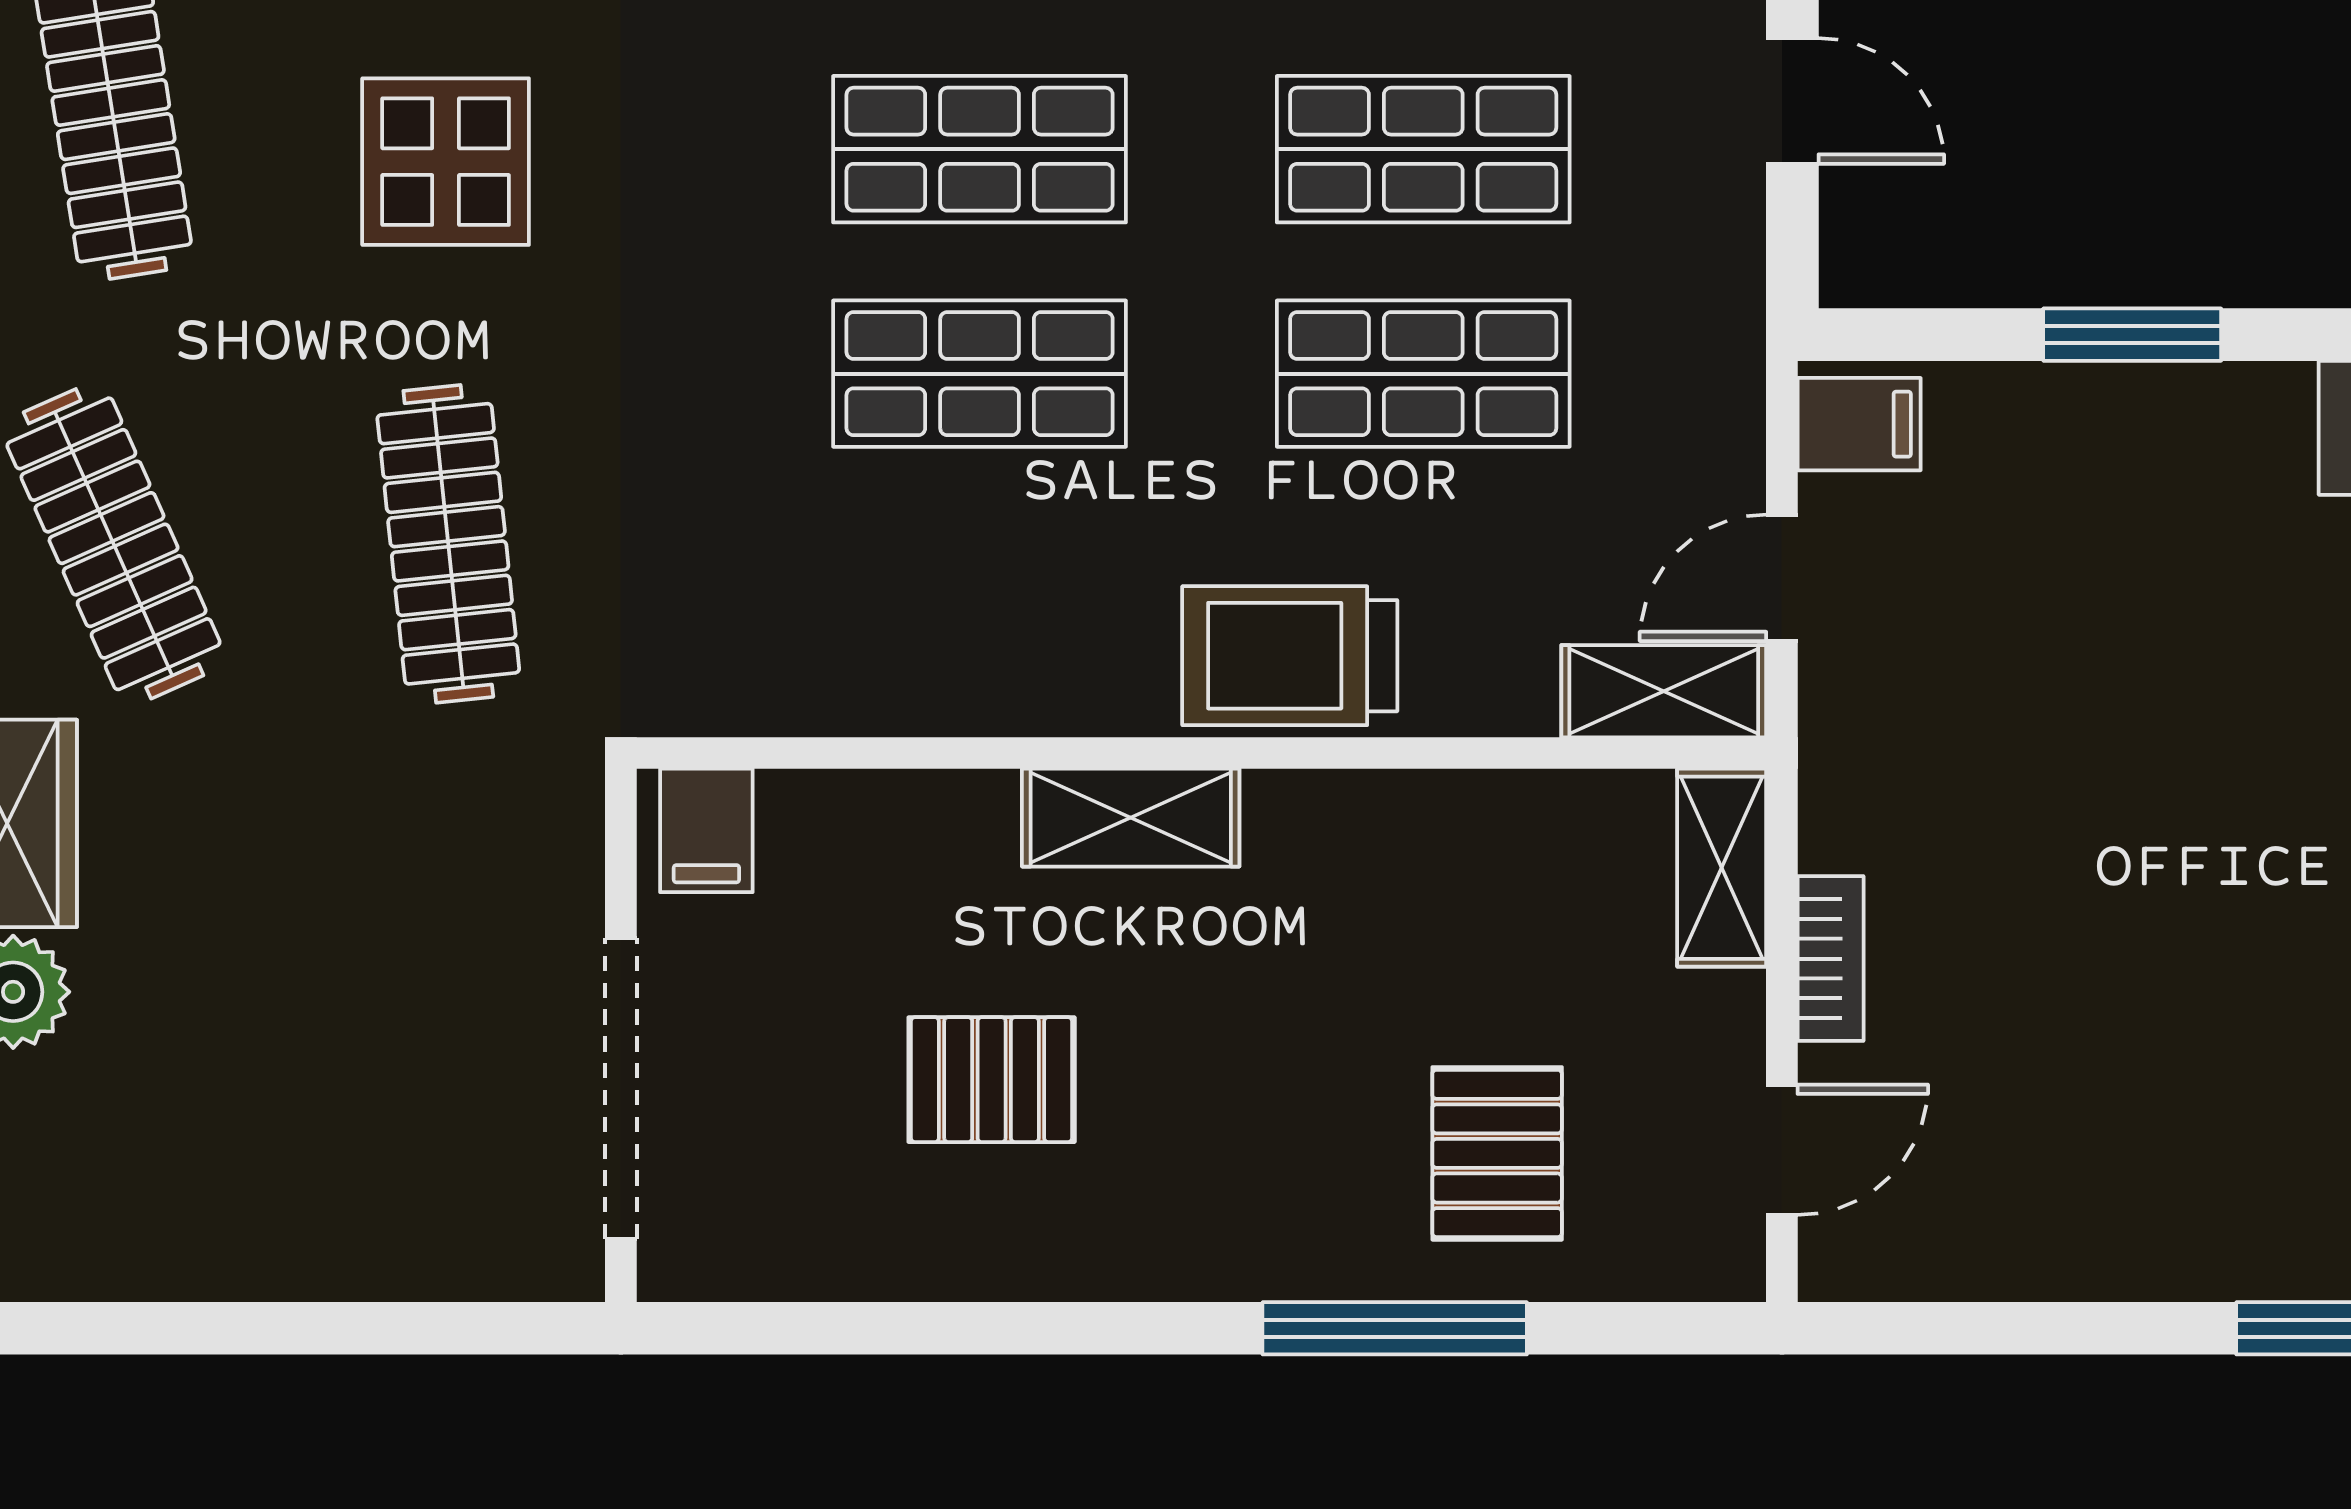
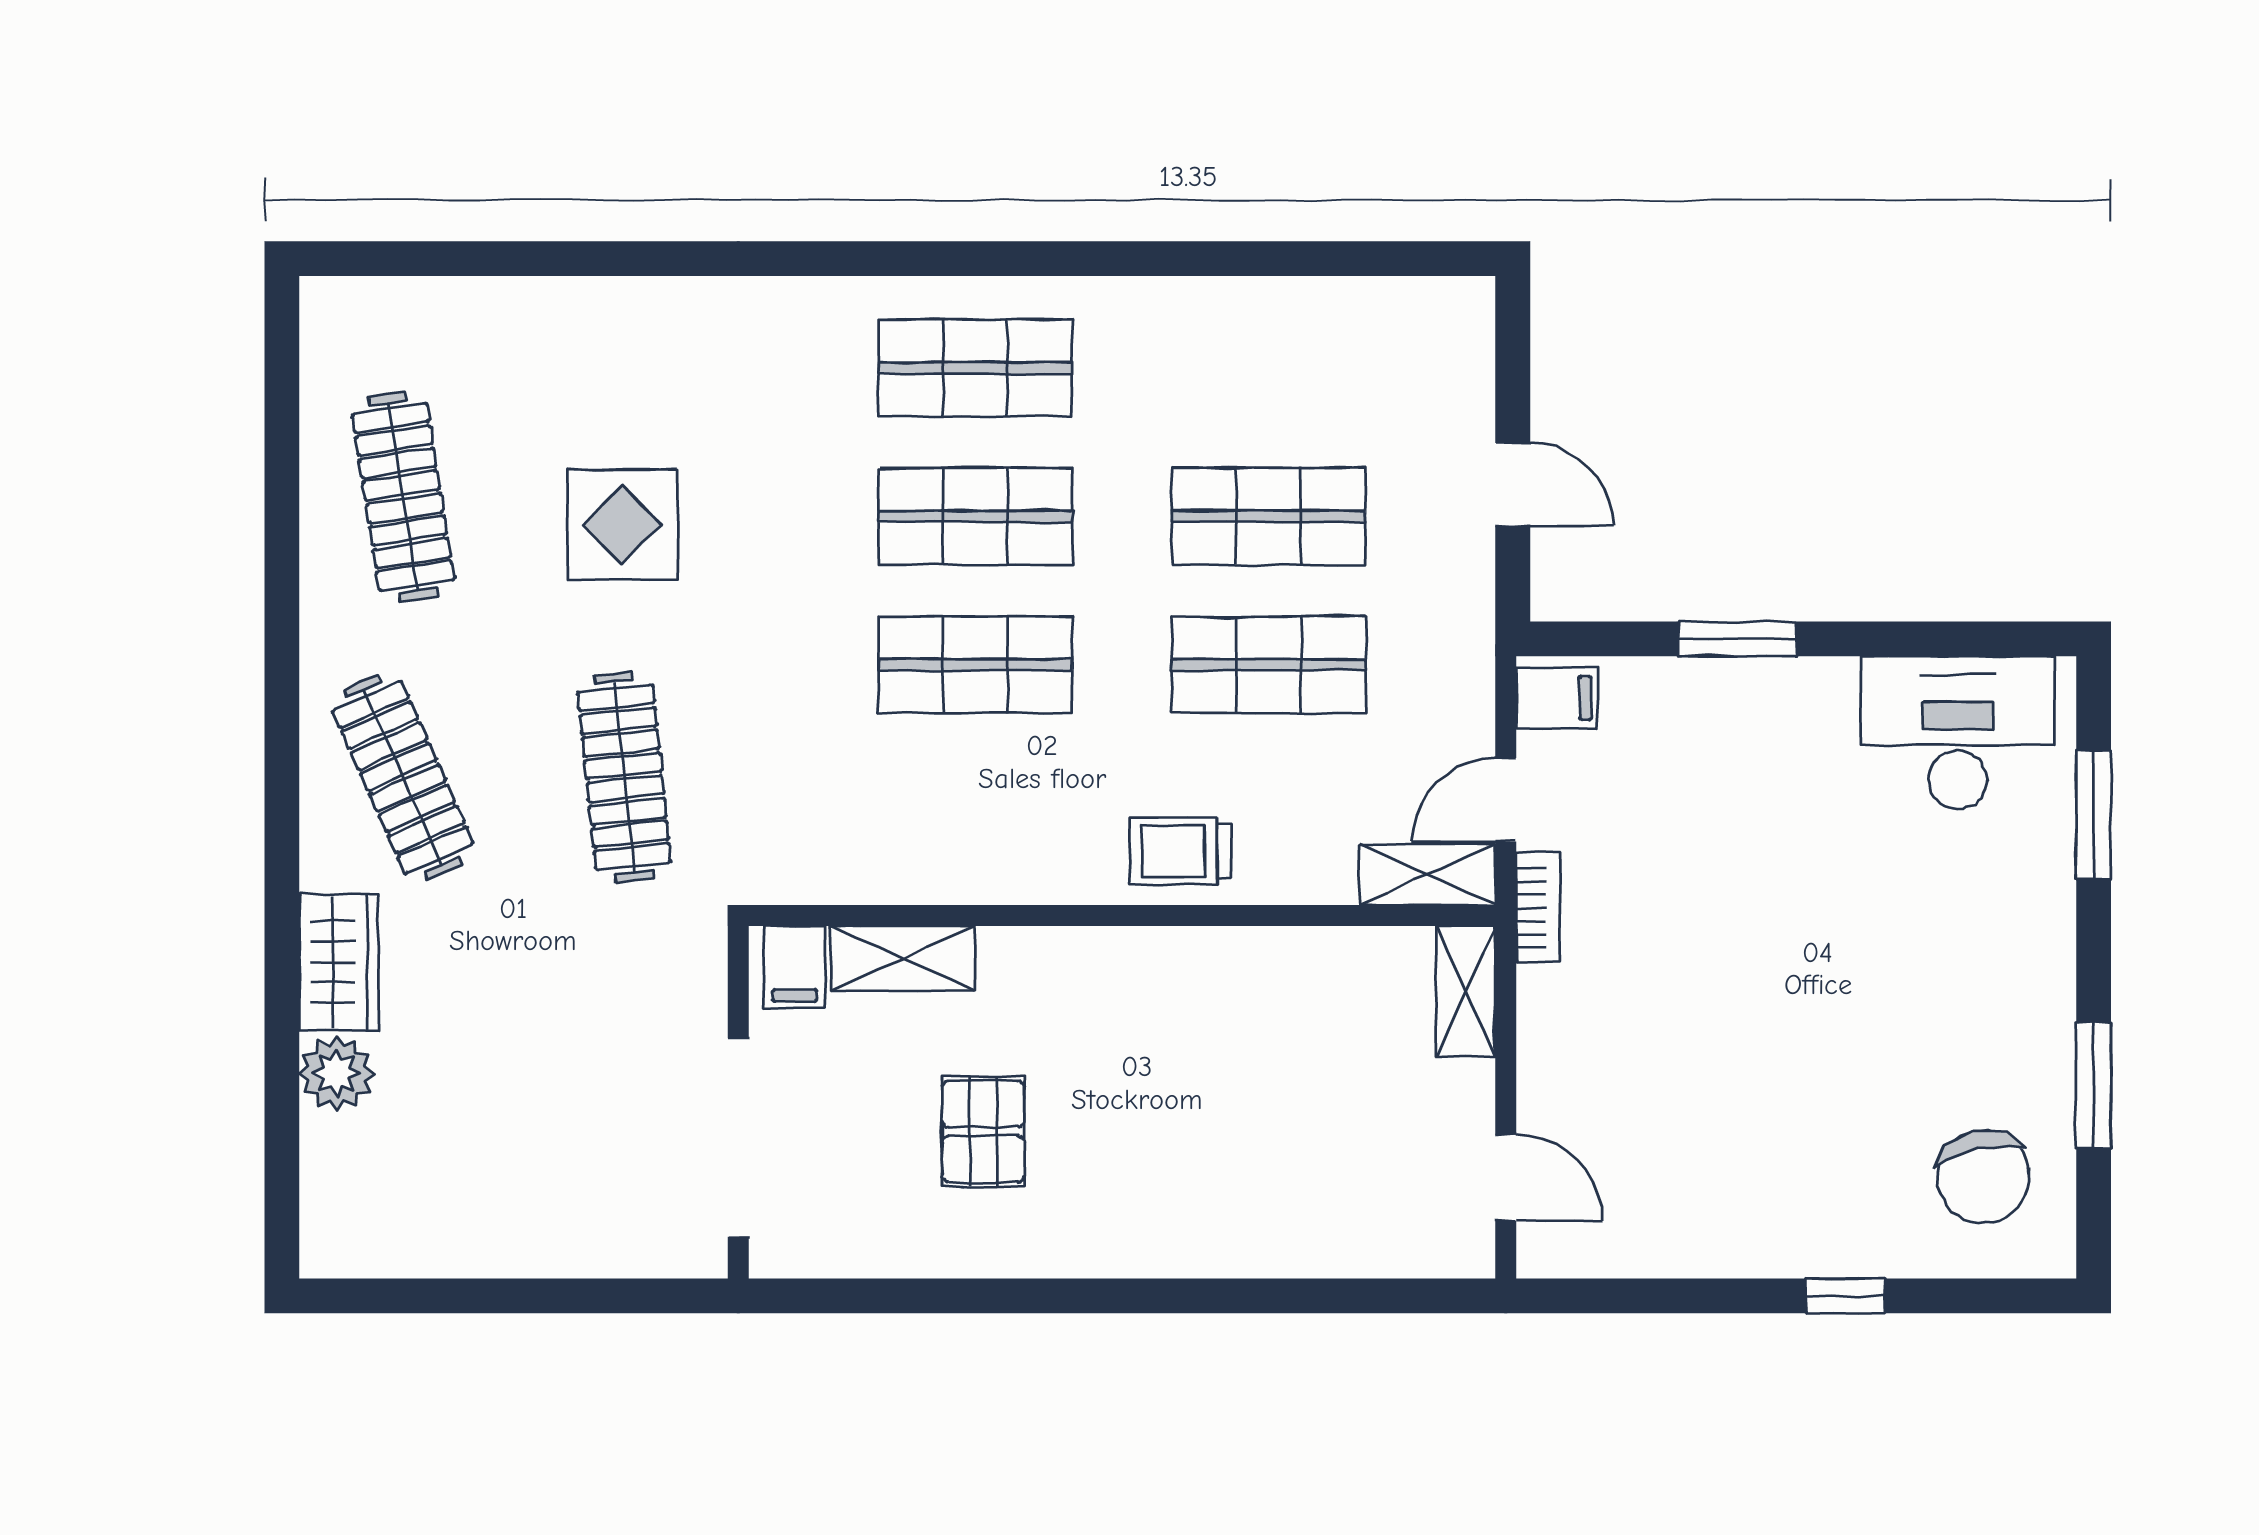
trolley: (1290, 656) -> (1180, 851), width x0.73, depth x0.72
shelving: (1131, 818) -> (903, 958), moved
bookcase: (1831, 959) -> (1538, 908), moved
pallet: (992, 1080) -> (983, 1131), turned 90
door: (1782, 1150) -> (1506, 1178), hinge flipped
pallet: (1497, 1153) -> (1318, 1180), removed
window: (1395, 1328) -> (1250, 1296), removed

